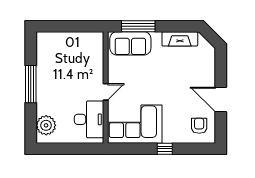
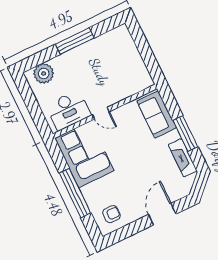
window: (138, 26) -> (185, 133), moved
door: (221, 100) -> (162, 214), moved
window: (165, 149) -> (75, 193), width x3.17

